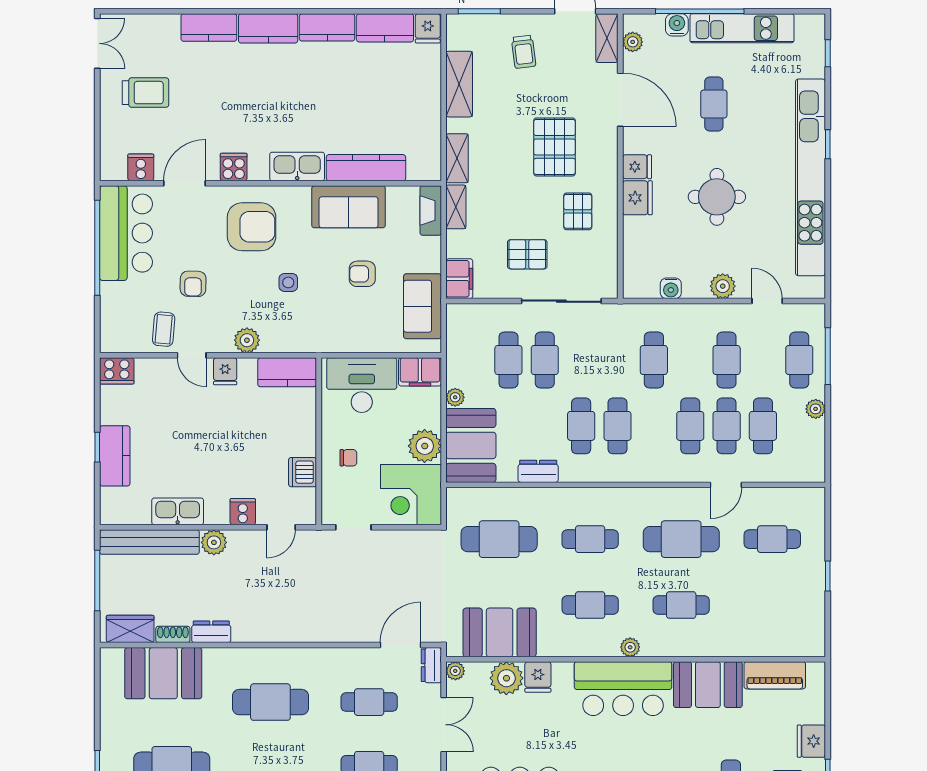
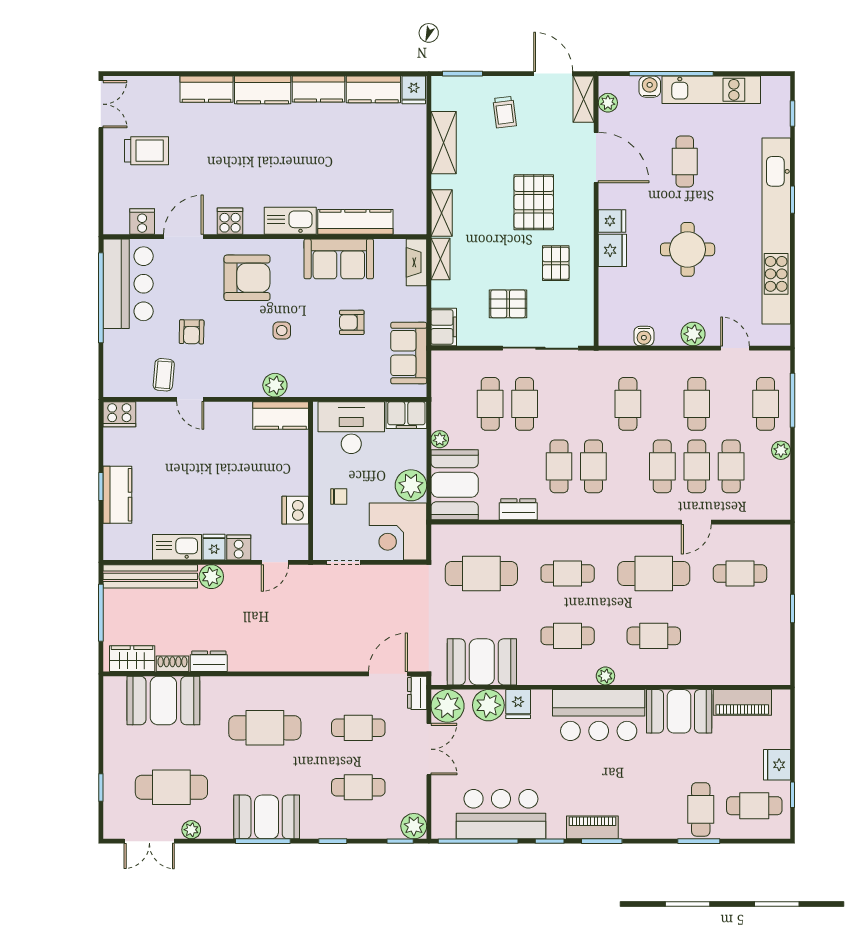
plant: (247, 340) -> (275, 385), moved
fridge: (225, 371) -> (214, 547), moved, turned 180
plant: (455, 671) -> (448, 706), width x1.88, depth x1.88

